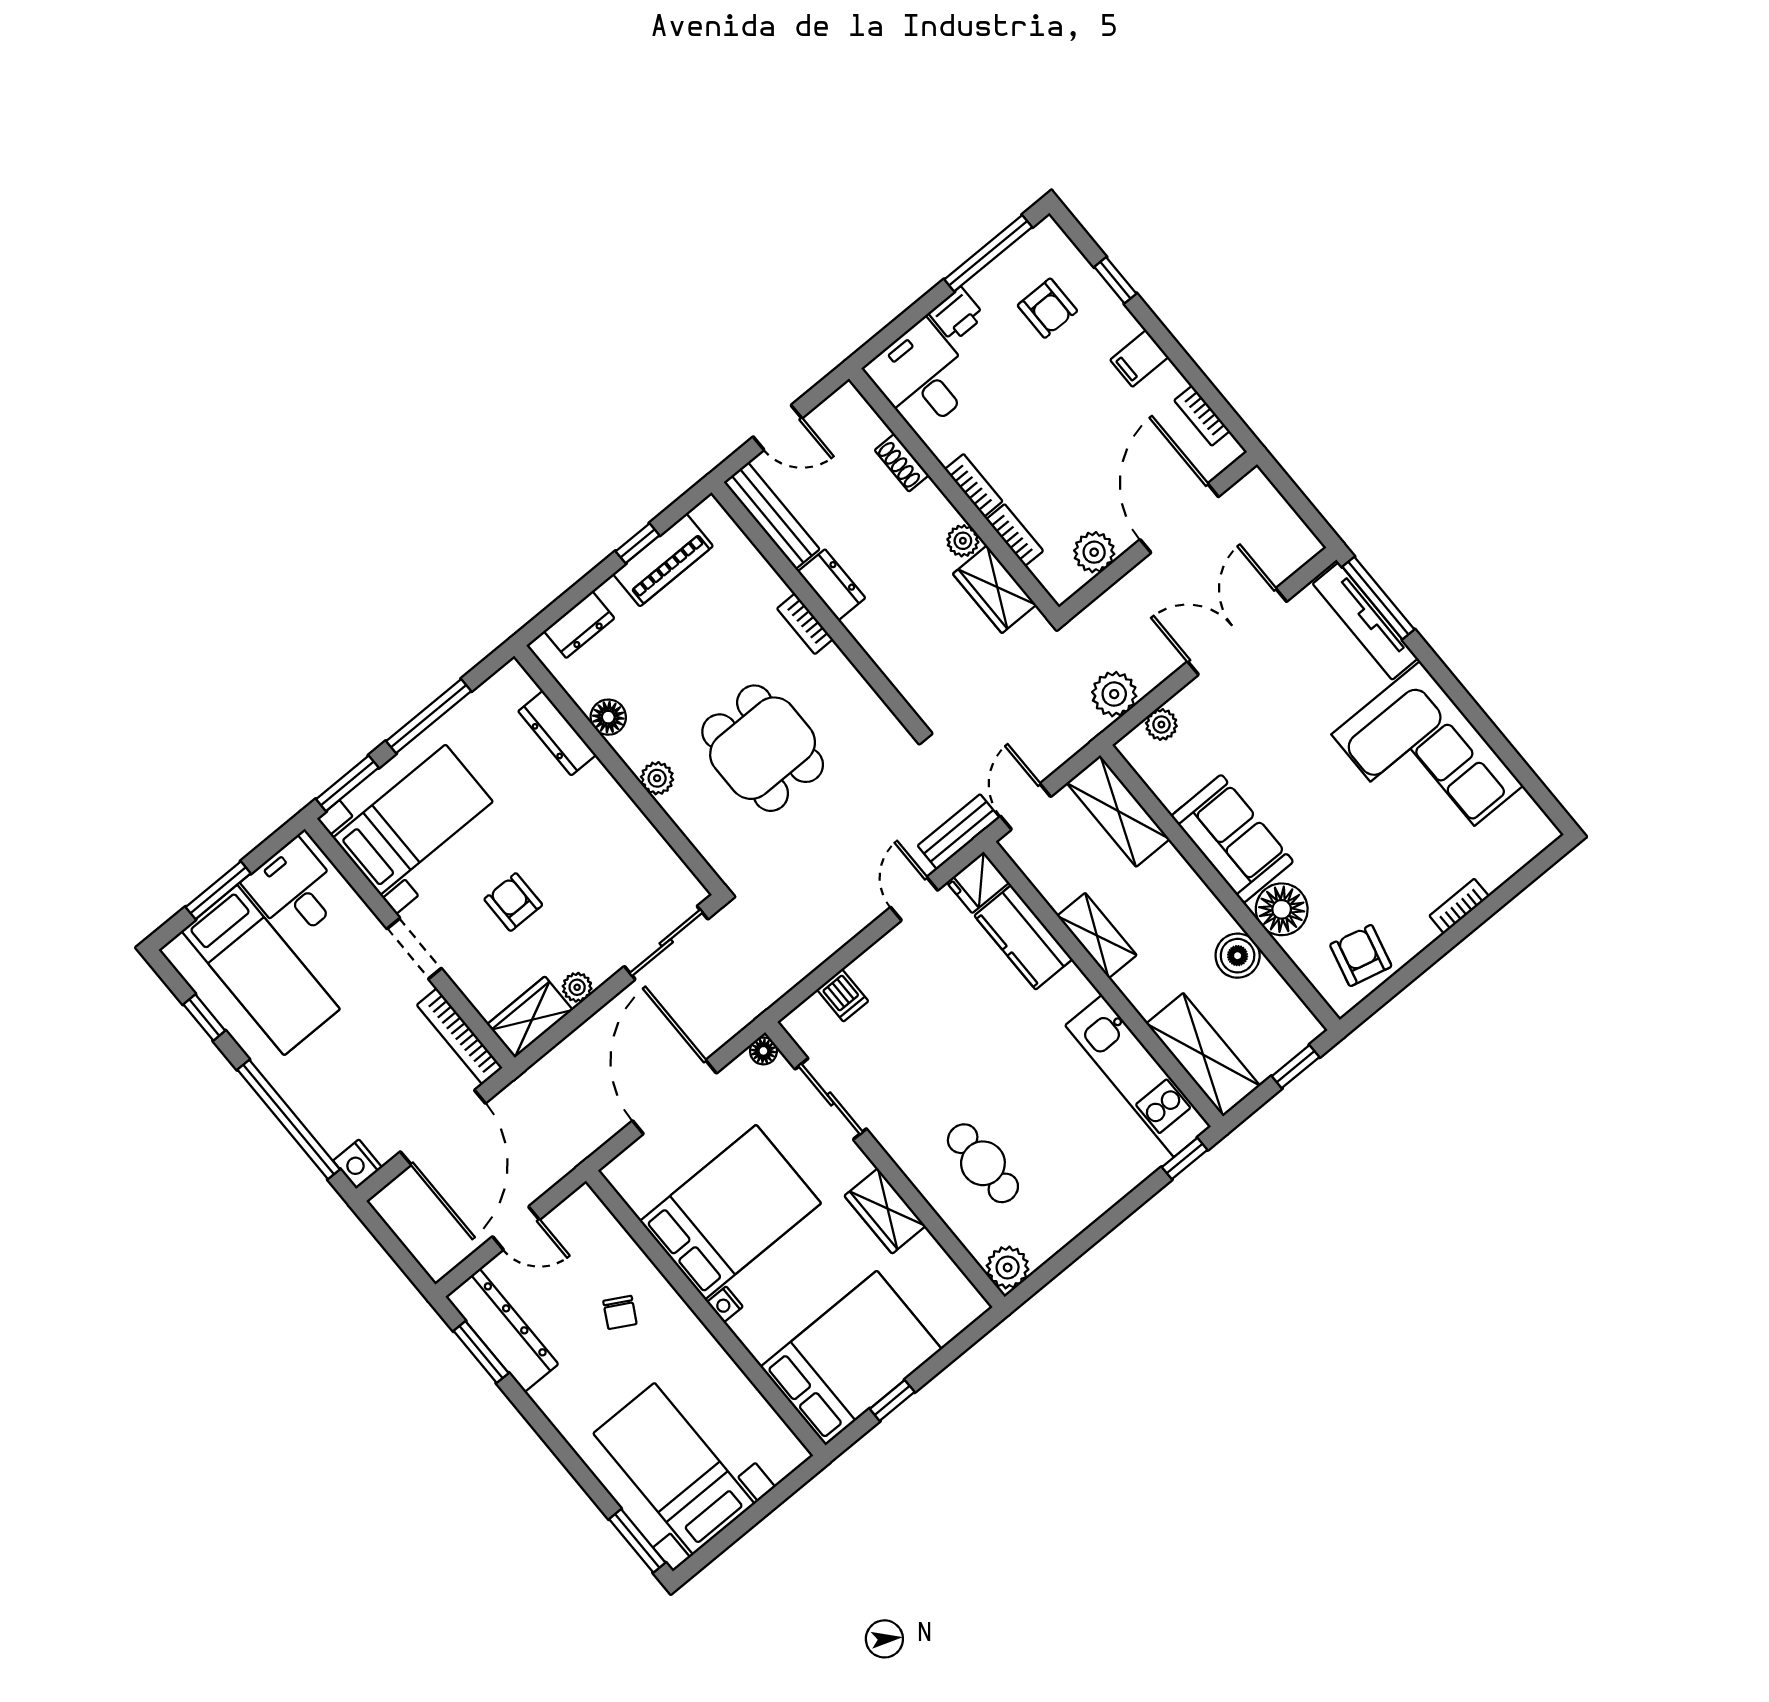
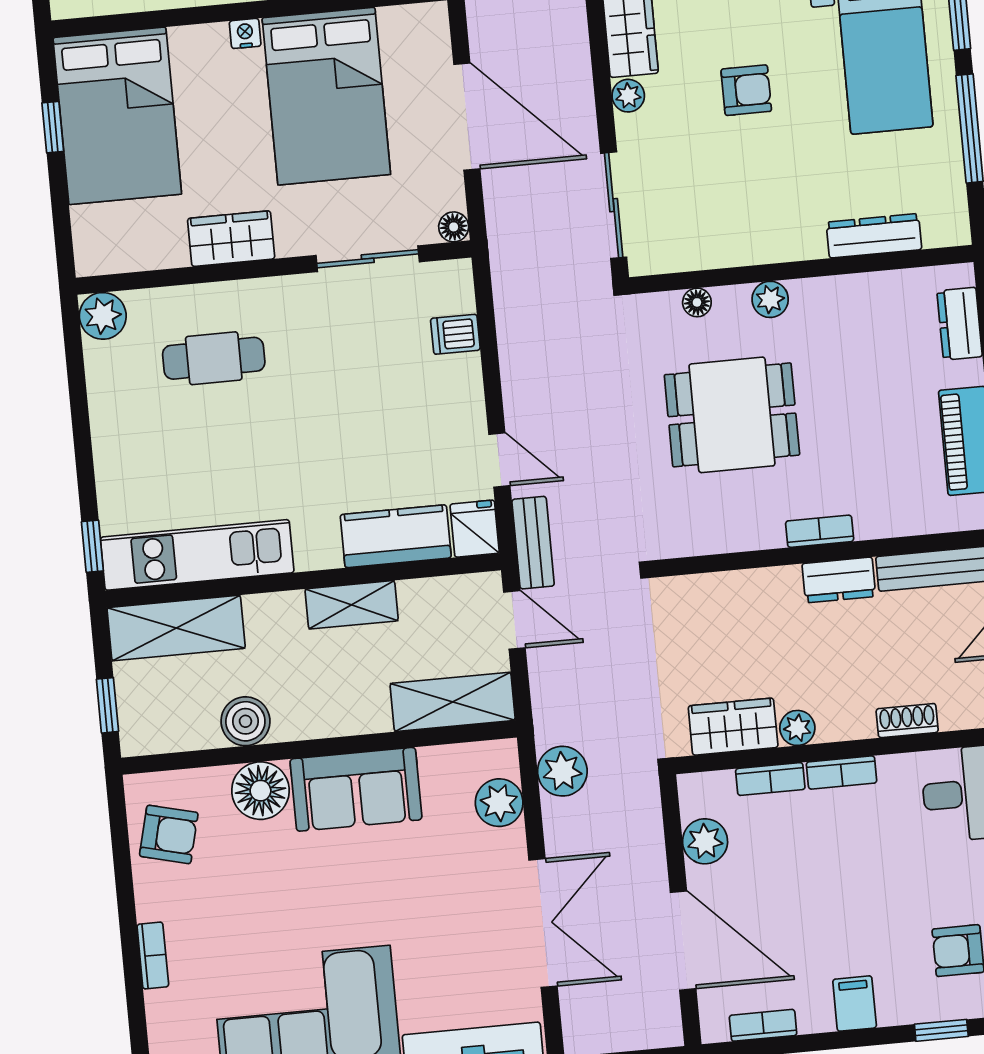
floor lamp: (608, 717) -> (697, 302), moved, width x0.73, depth x0.73
plant: (1161, 724) -> (499, 803), width x1.38, depth x1.38

